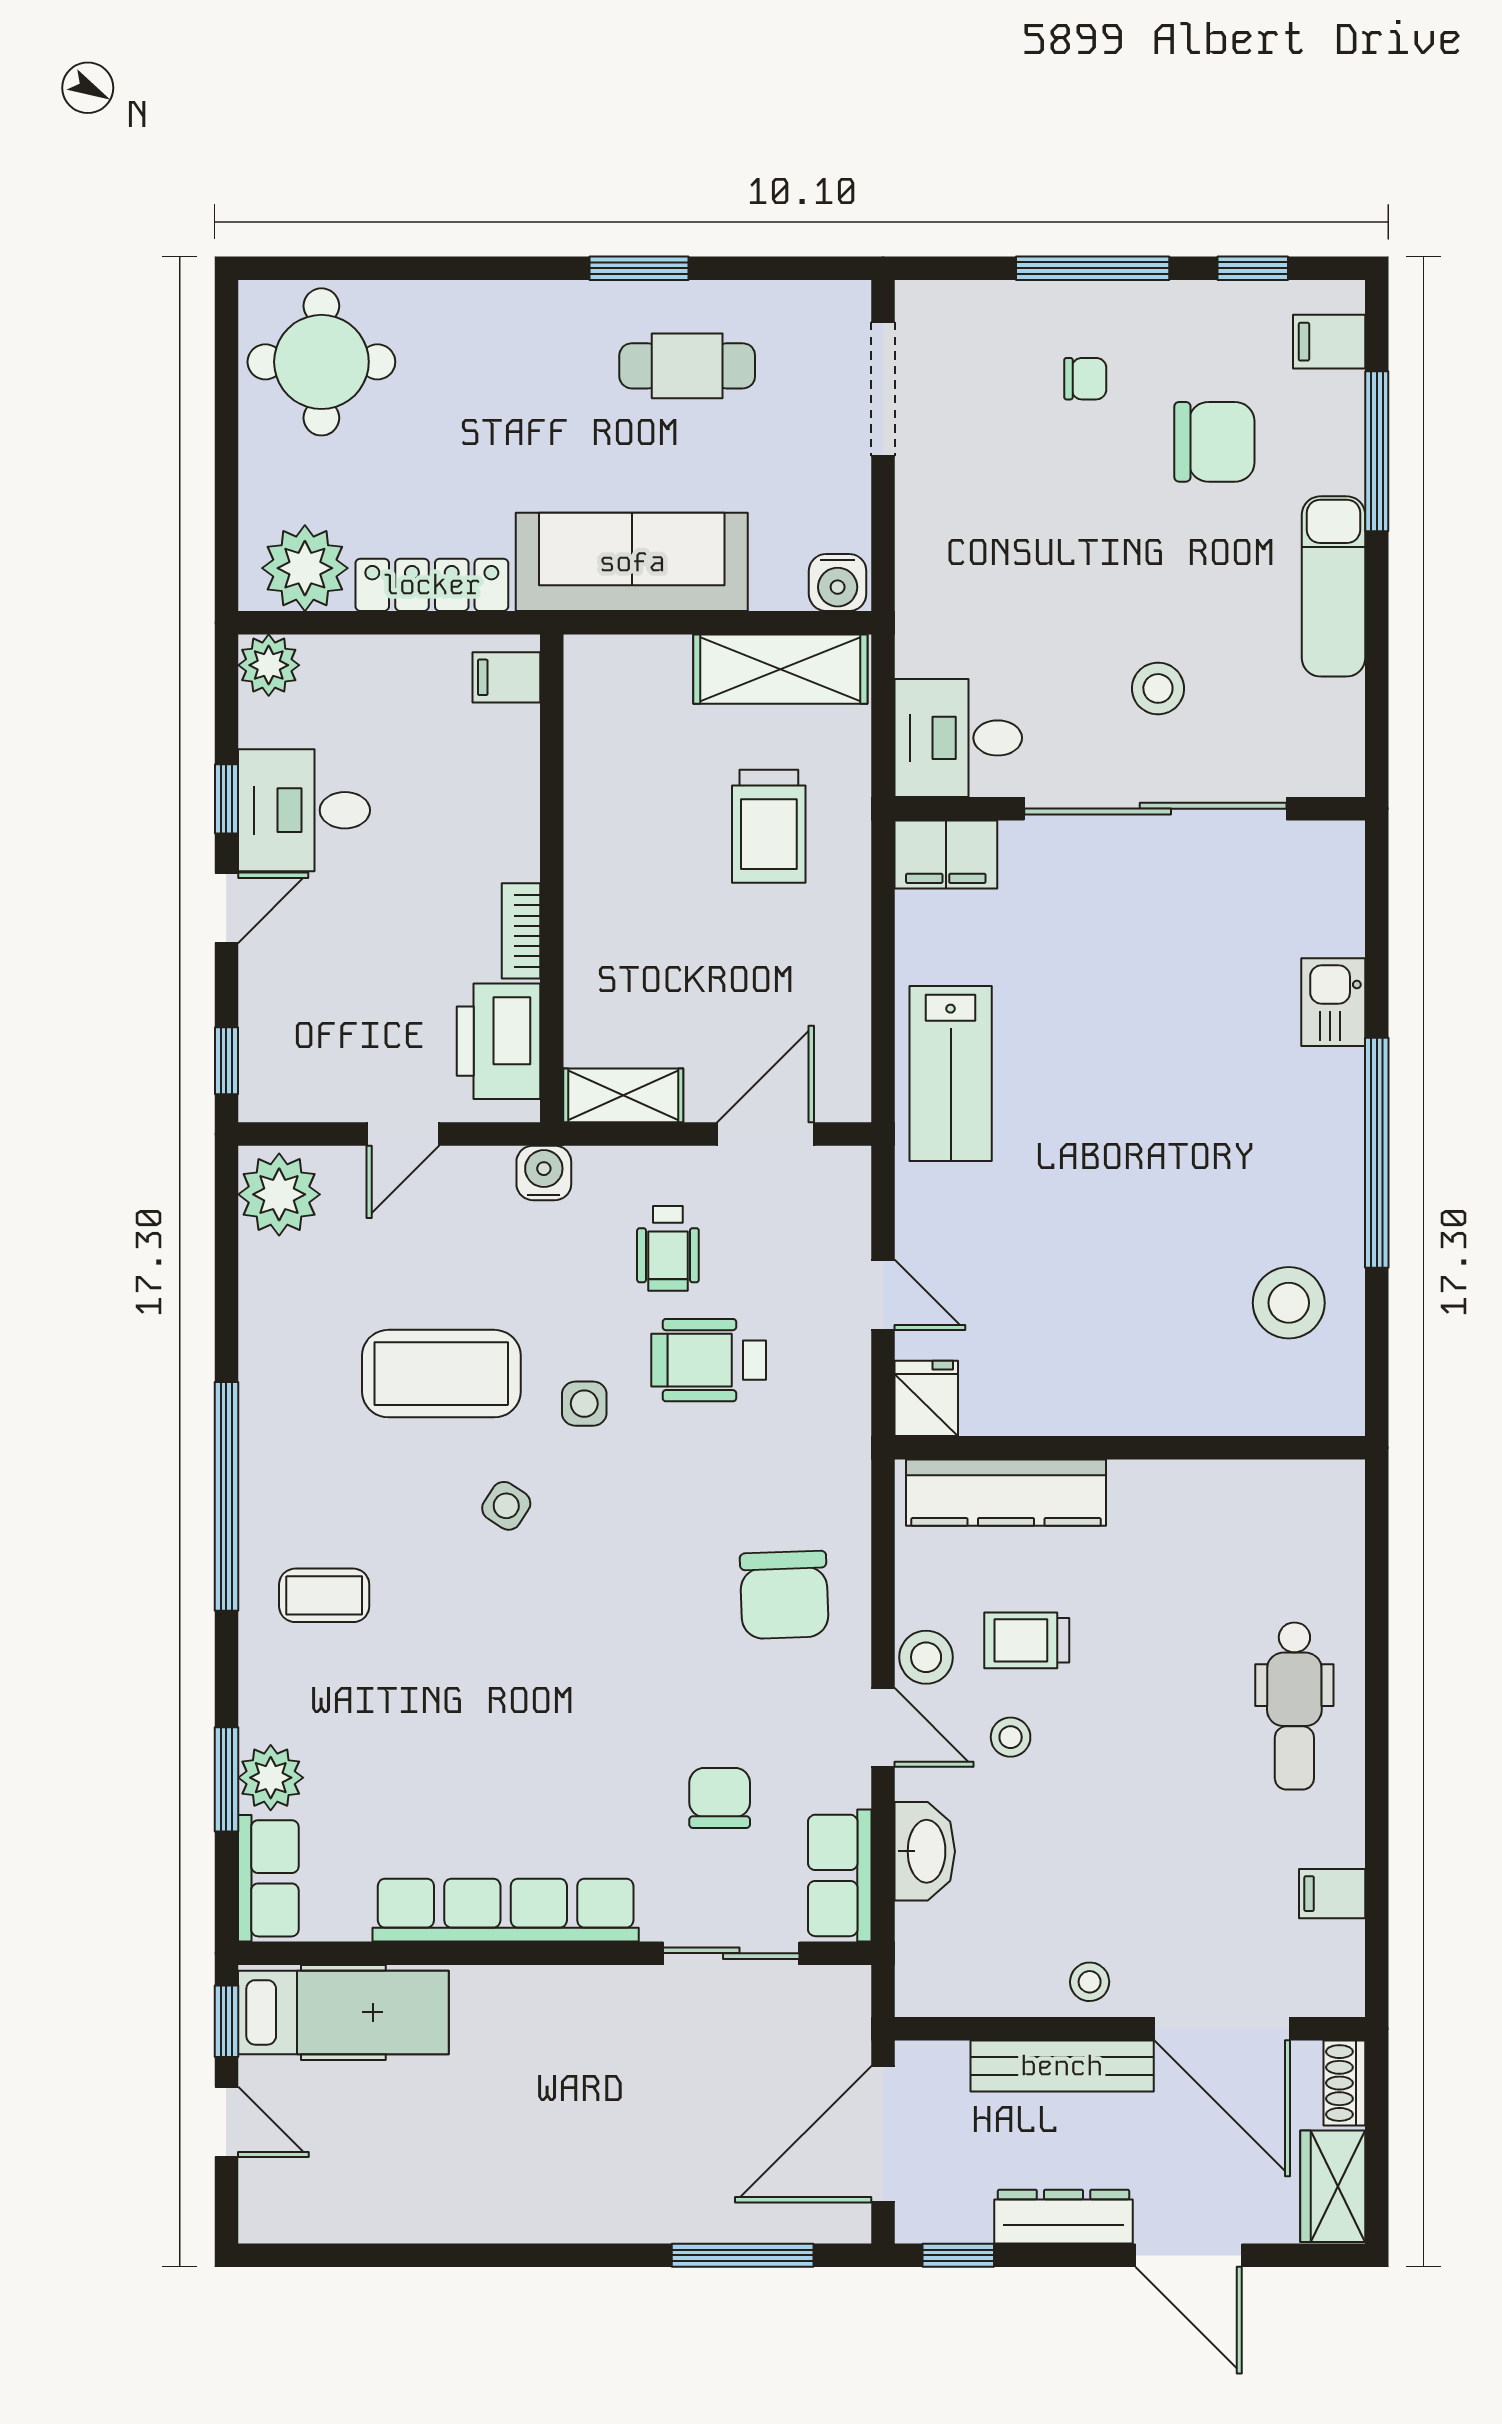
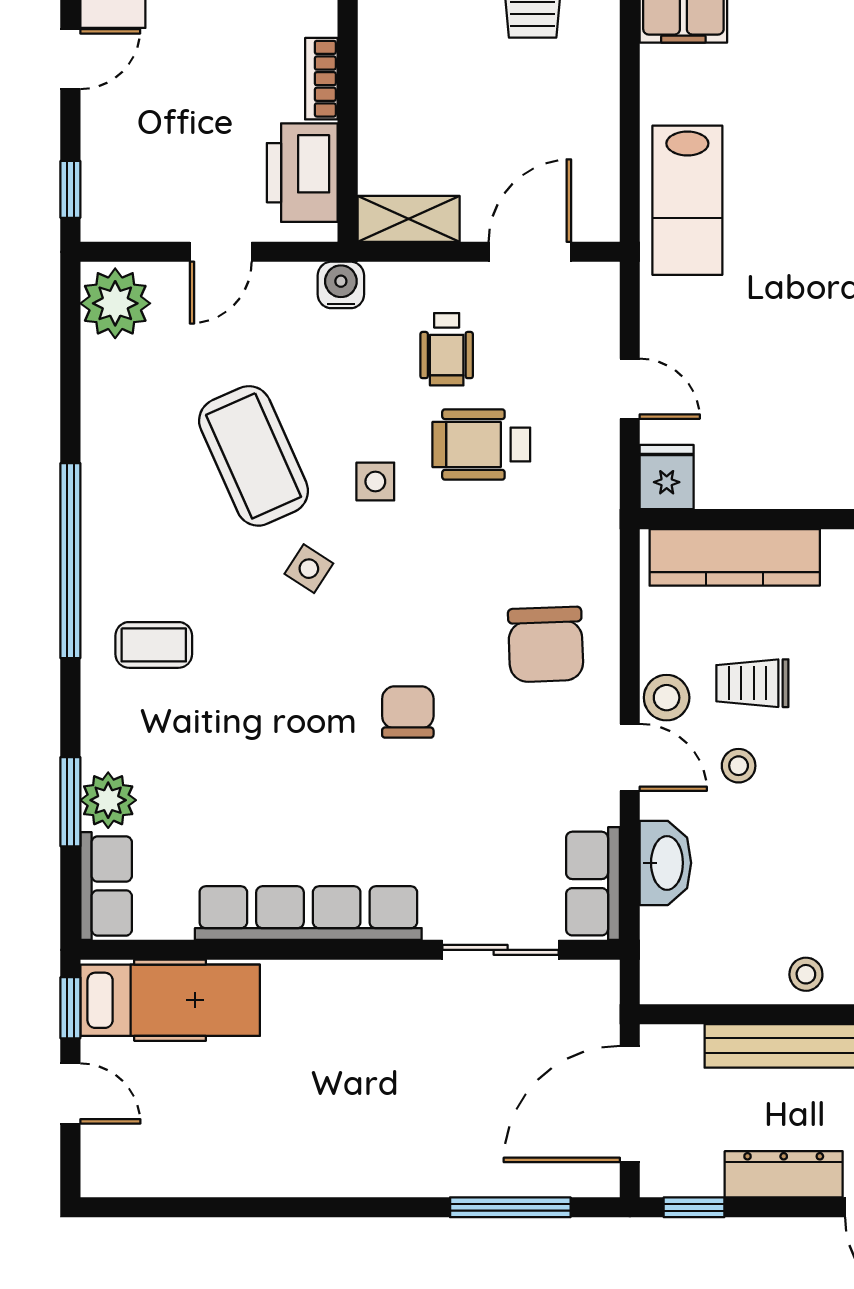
coffee table: (441, 1374) -> (254, 456), turned 66
chair: (720, 1798) -> (408, 712), moved

